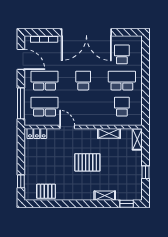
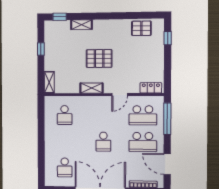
school desk: (122, 81) -> (65, 141), removed
door: (67, 127) -> (120, 95), hinge flipped
shelving: (109, 133) -> (91, 88), moved

